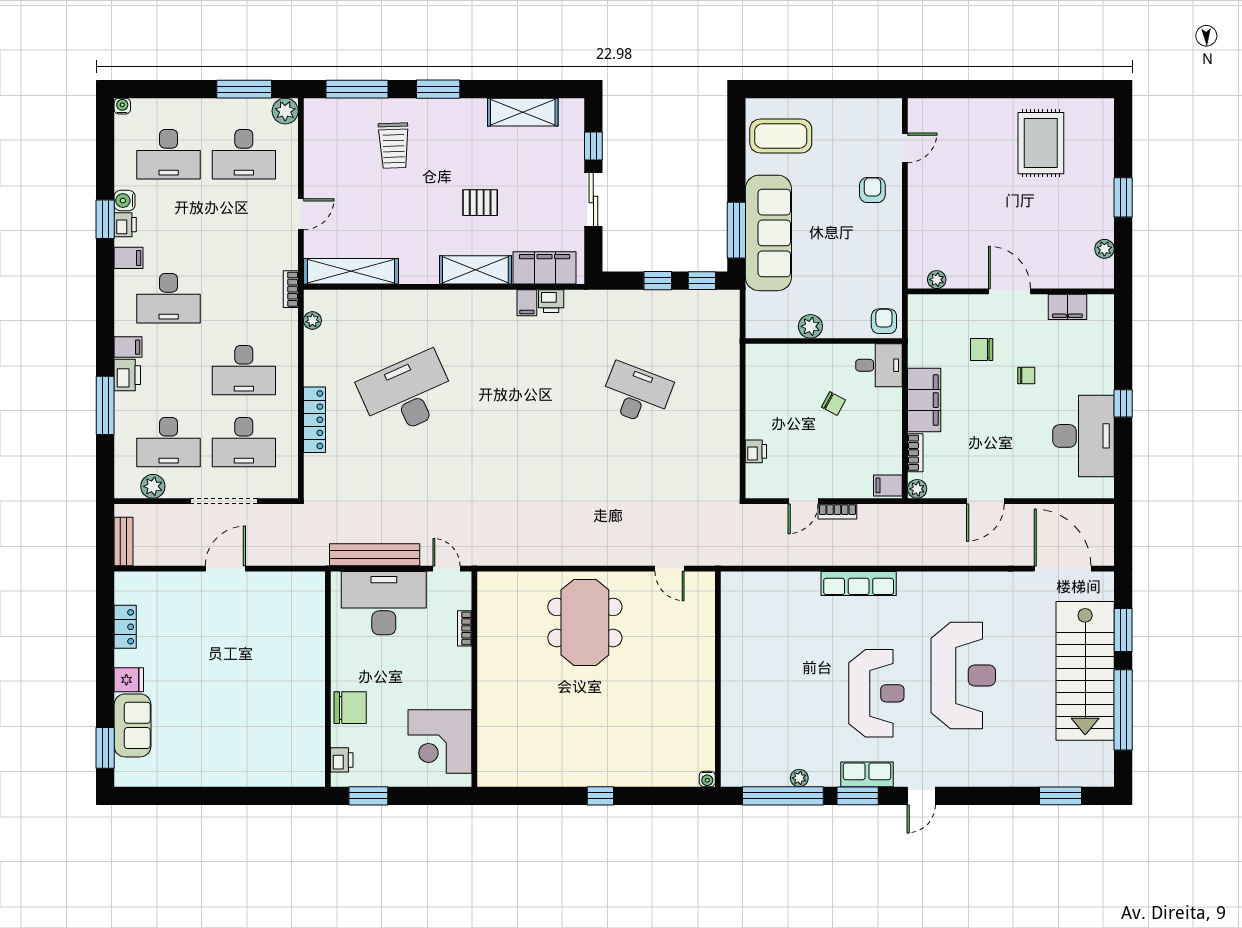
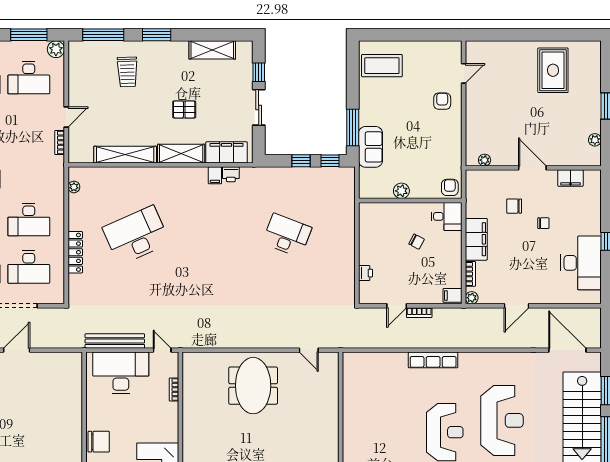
sofa: (768, 233) -> (371, 147), width x0.54, depth x0.79
shelving: (351, 271) -> (125, 155), moved
bookcase: (291, 289) -> (60, 143), moved

